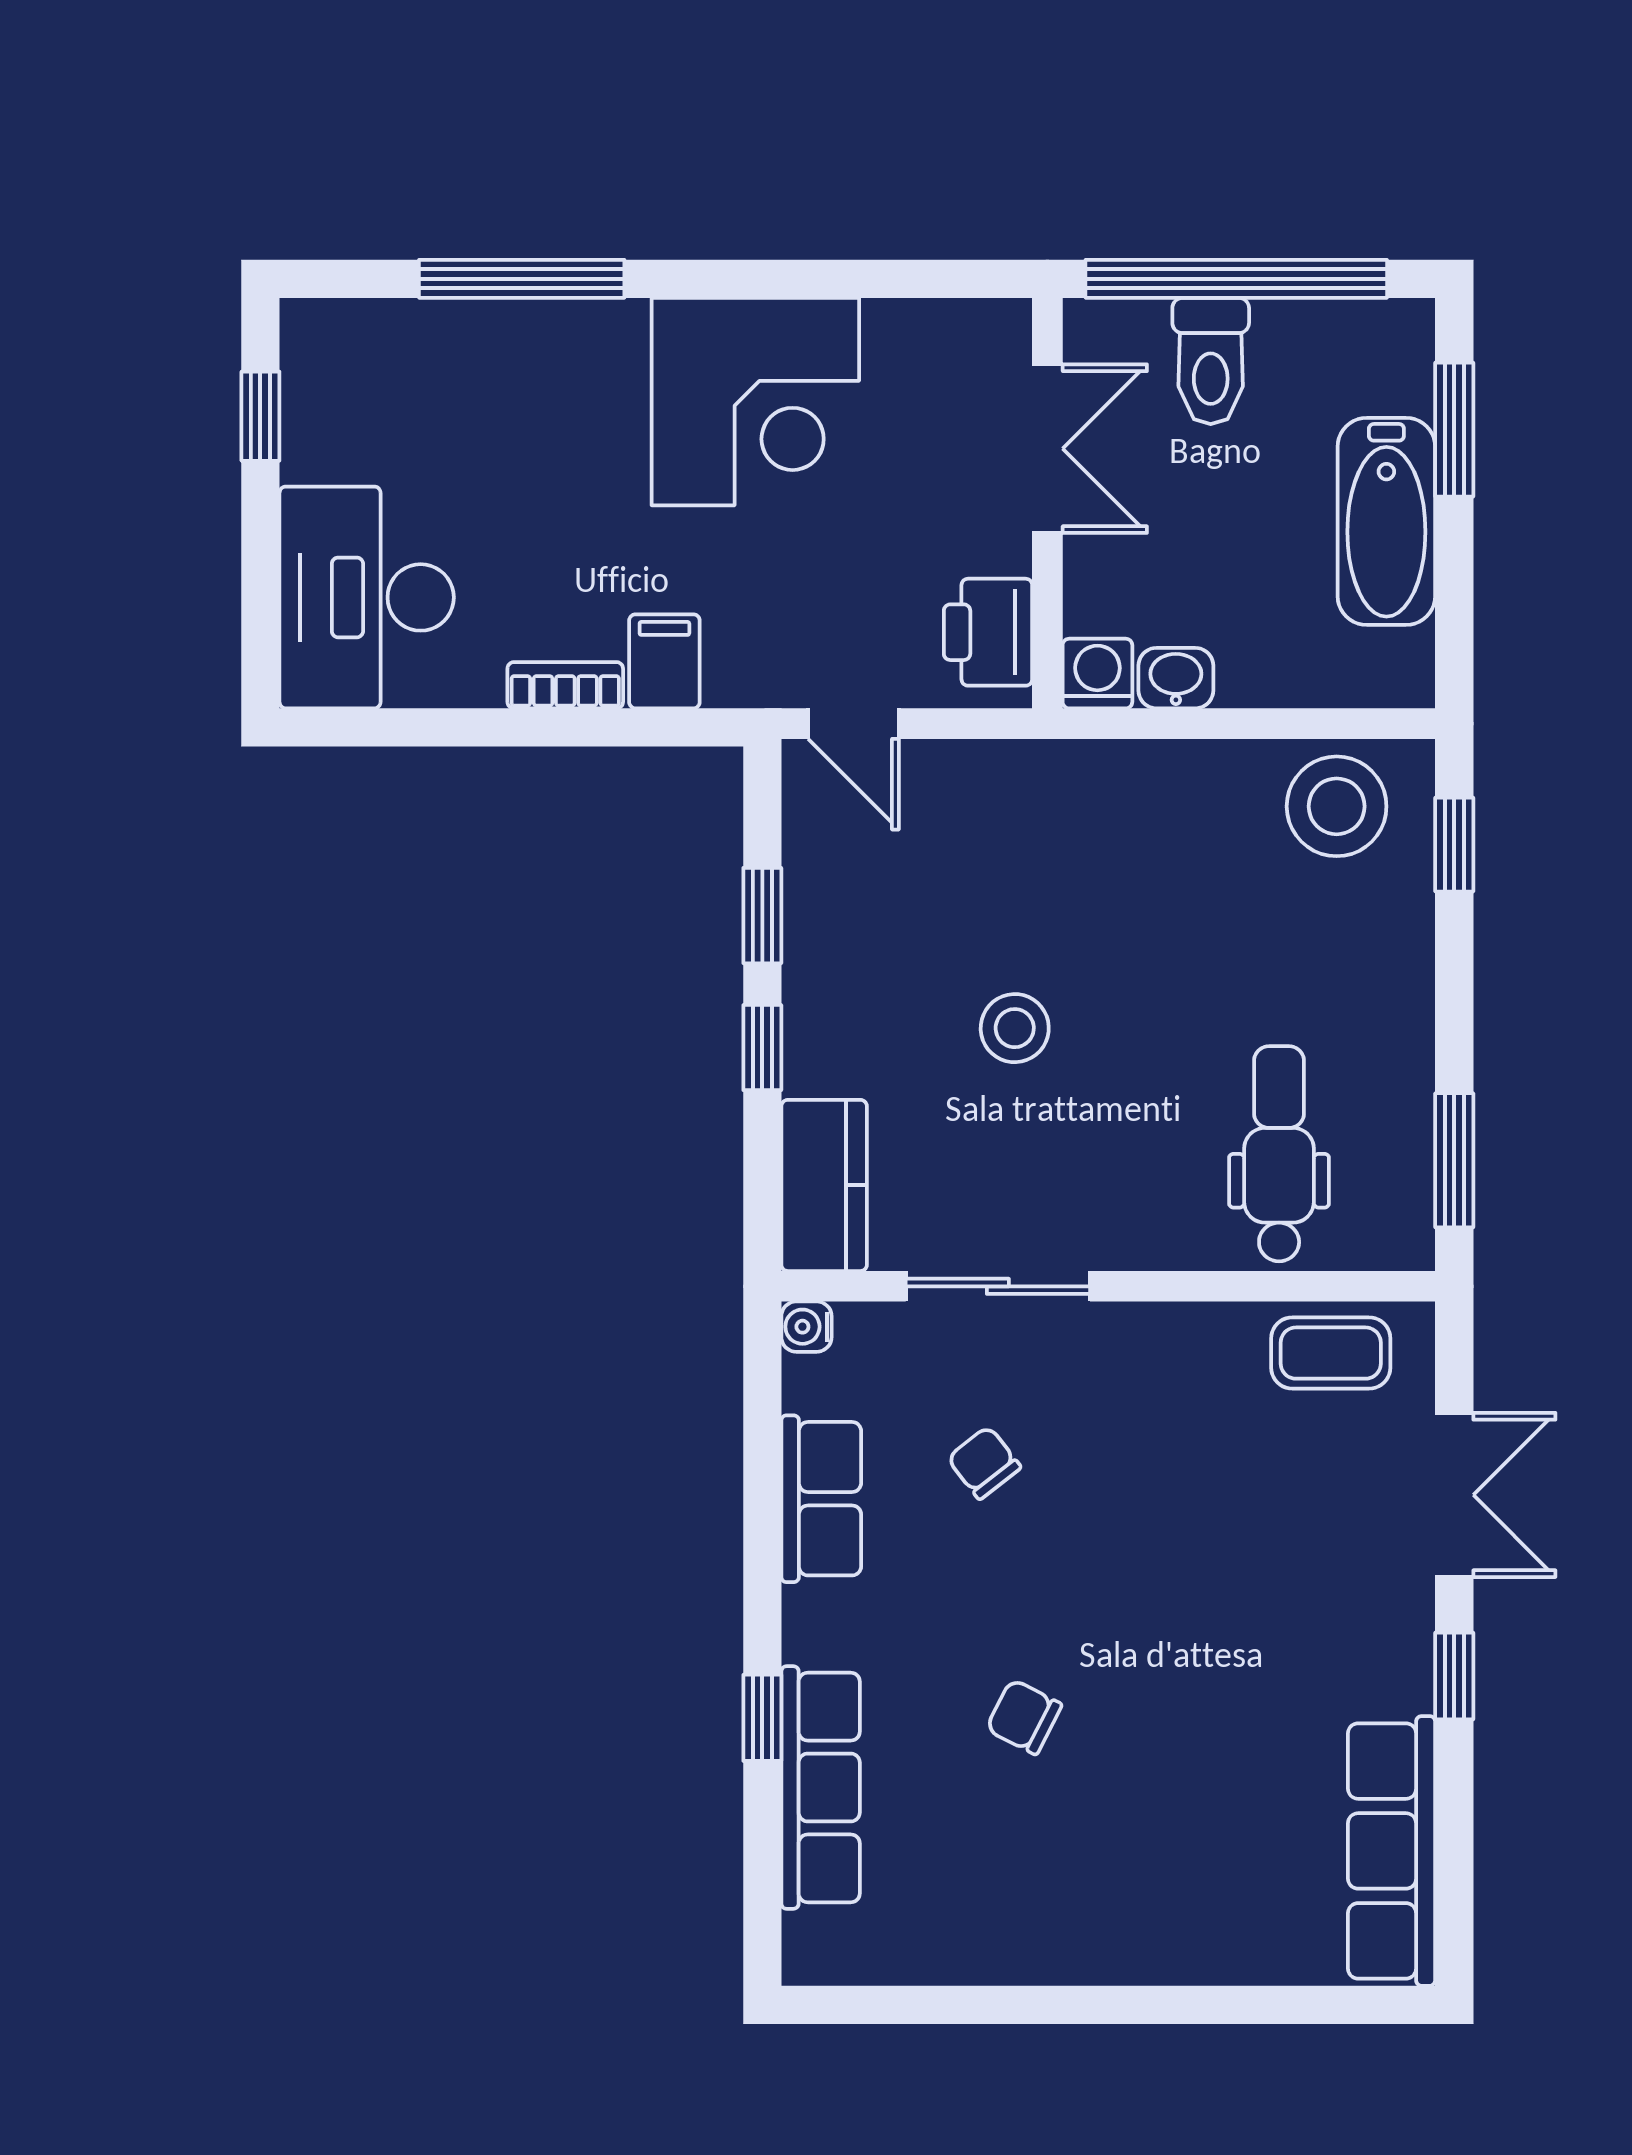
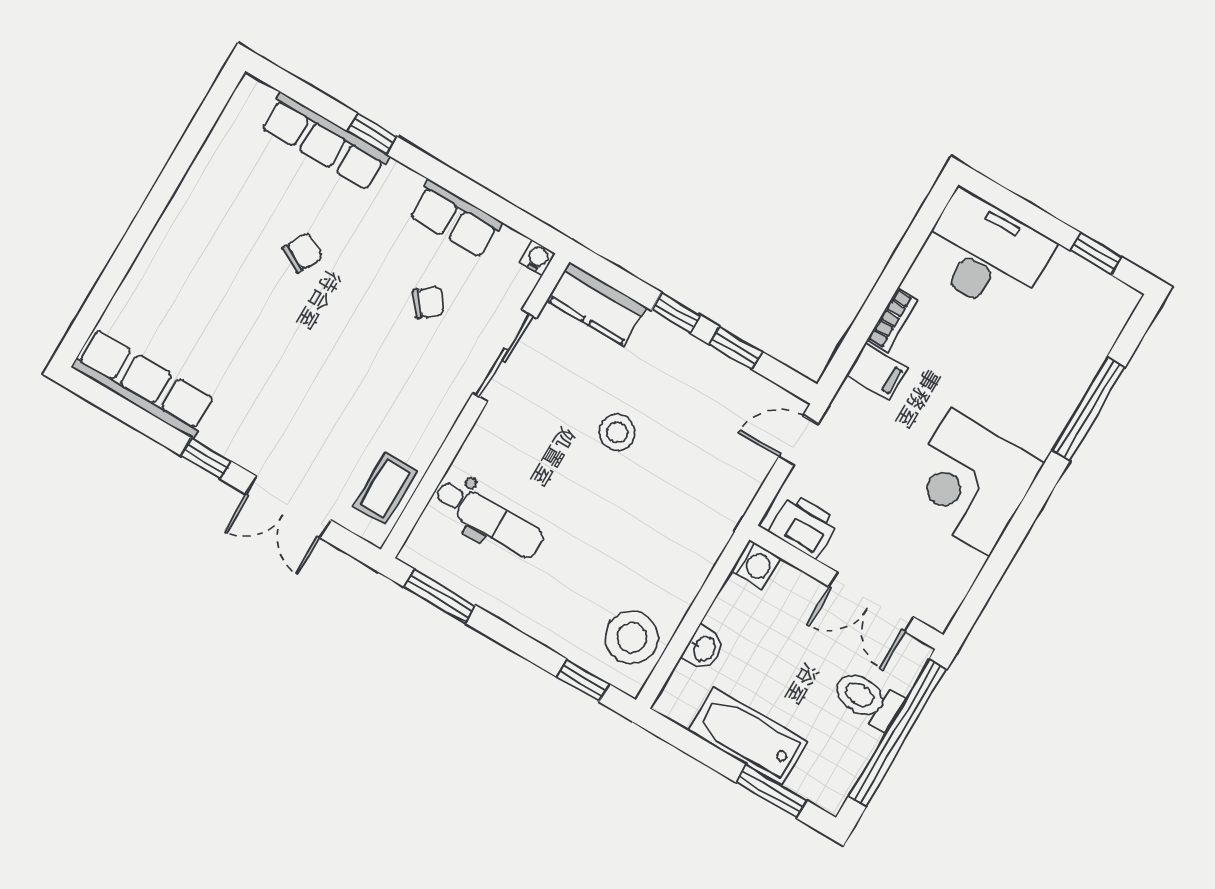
washbasin: (1176, 678) -> (704, 648), moved

